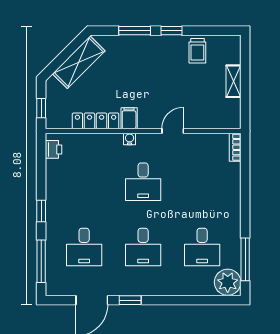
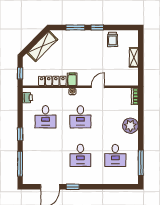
desk: (84, 247) -> (46, 117), moved
plant: (228, 282) -> (130, 126), moved

